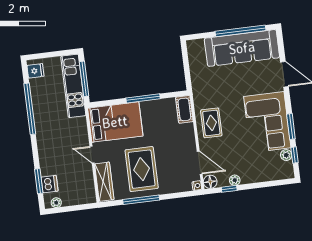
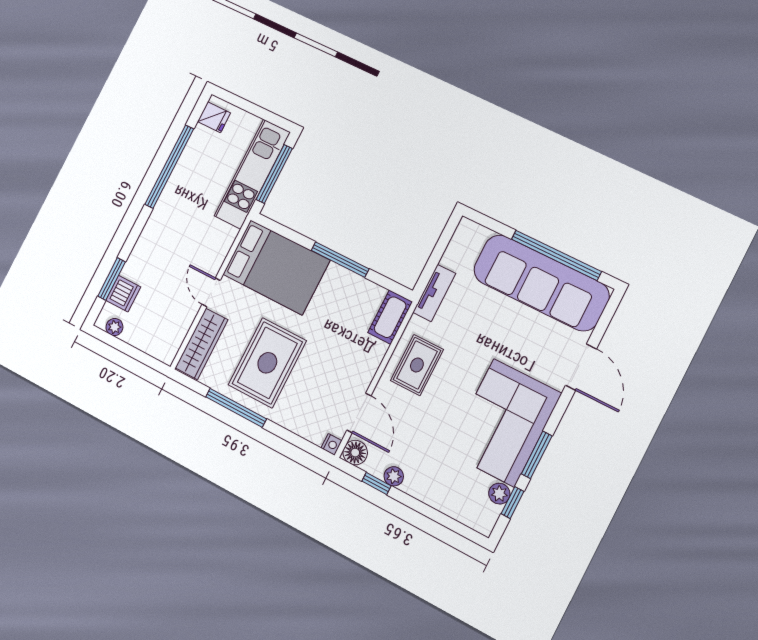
tv unit: (197, 85) -> (434, 293), added

